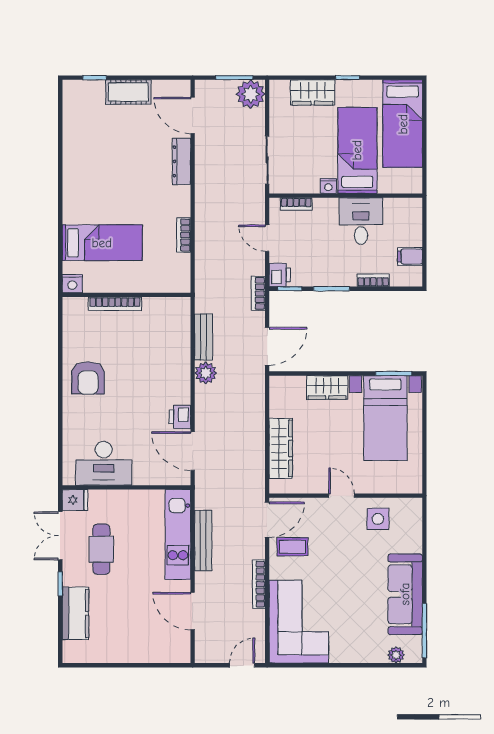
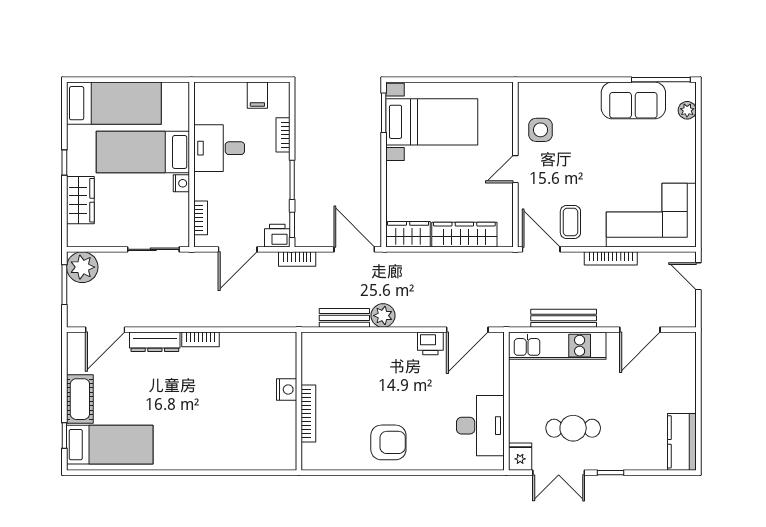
bookcase: (184, 235) -> (200, 339), moved
door: (267, 238) -> (238, 249), width x1.38
bed: (102, 243) -> (110, 445), moved, turned 90
nightstand: (72, 284) -> (287, 389), moved
wardrobe: (327, 388) -> (408, 234), moved, turned -90
sofa: (405, 594) -> (633, 100), width x0.73
kitchen counter: (75, 613) -> (682, 442), moved, turned -90

